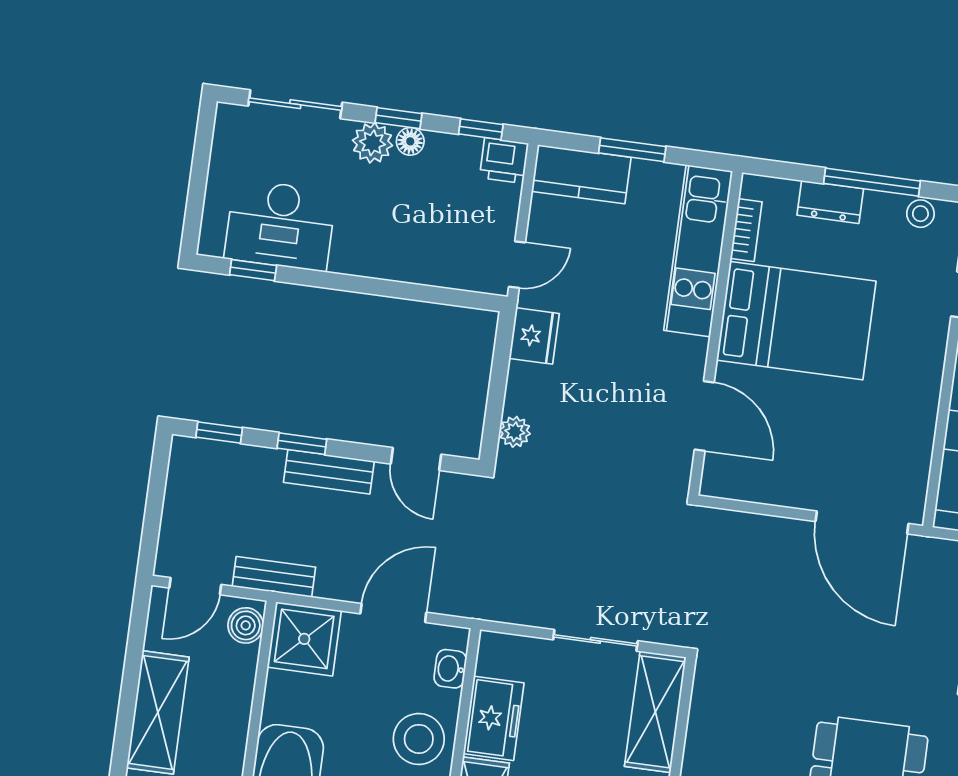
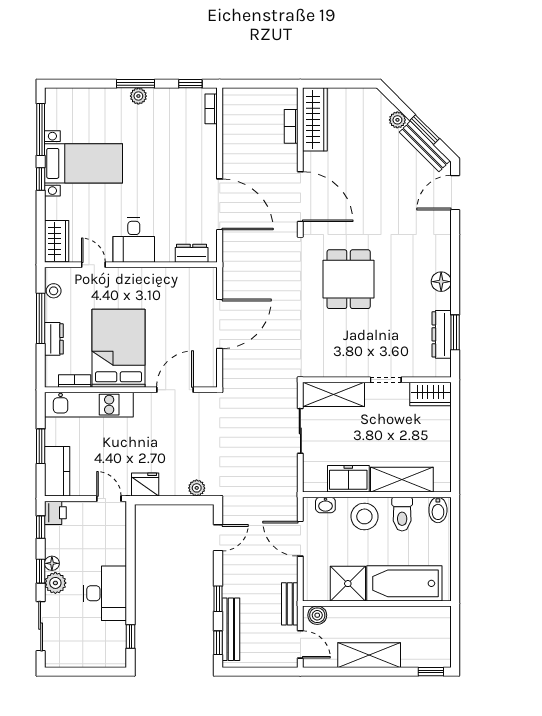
desk: (280, 225) -> (105, 593), moved
bench: (329, 472) -> (231, 629), moved, width x1.36
door: (862, 522) -> (220, 324), moved
shower: (304, 639) -> (348, 584), moved

